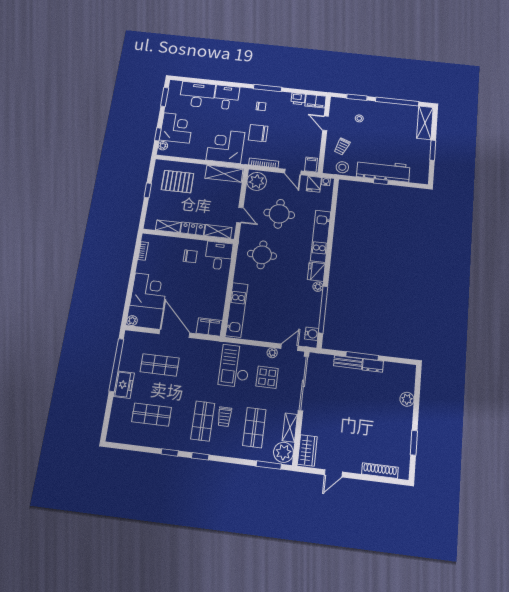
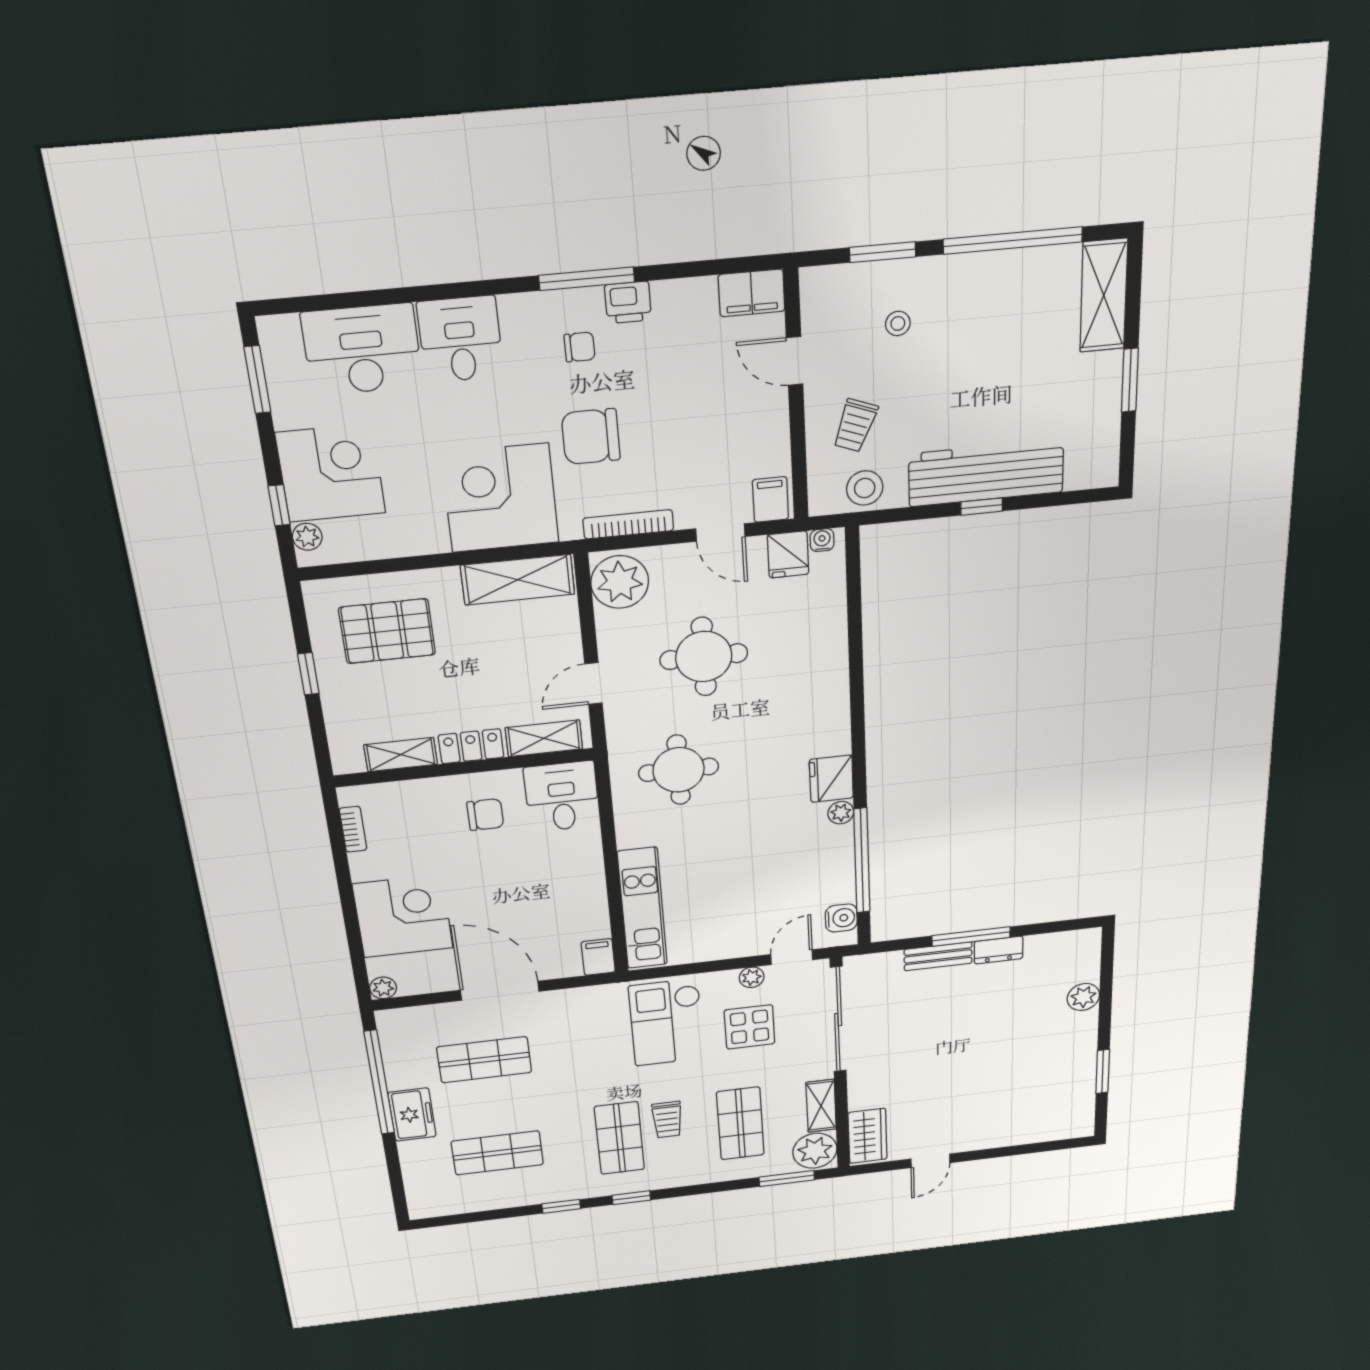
printer: (298, 99) -> (628, 302), moved
door: (240, 215) -> (593, 684), swing flipped
kitchen unit: (321, 236) -> (829, 690), removed
filing cabinet: (209, 327) -> (598, 957), width x0.50
shoe rack: (380, 471) -> (1031, 1134), removed

